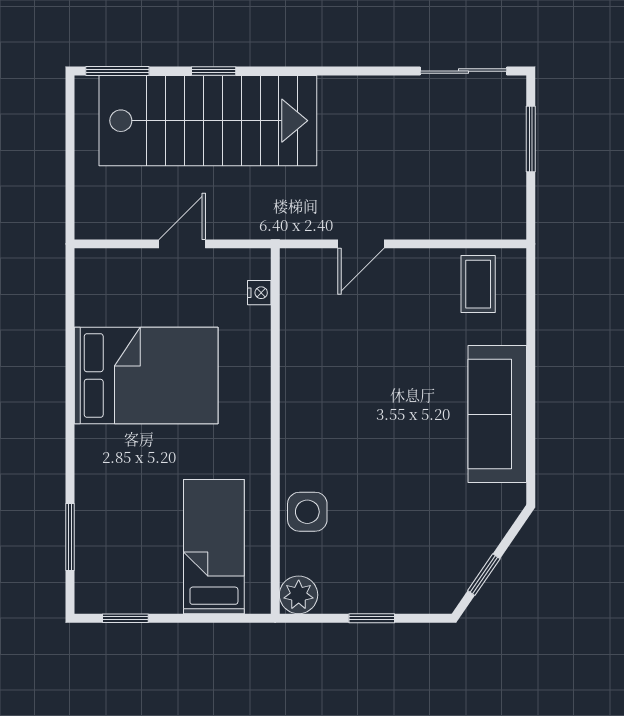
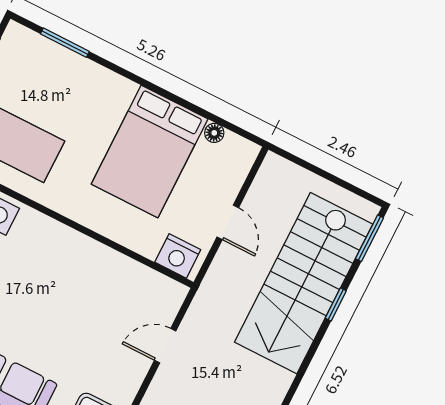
door: (361, 244) -> (165, 346), hinge flipped
nightstand: (259, 293) -> (178, 256), width x1.89, depth x1.79
floor lamp: (87, 312) -> (214, 133), added

